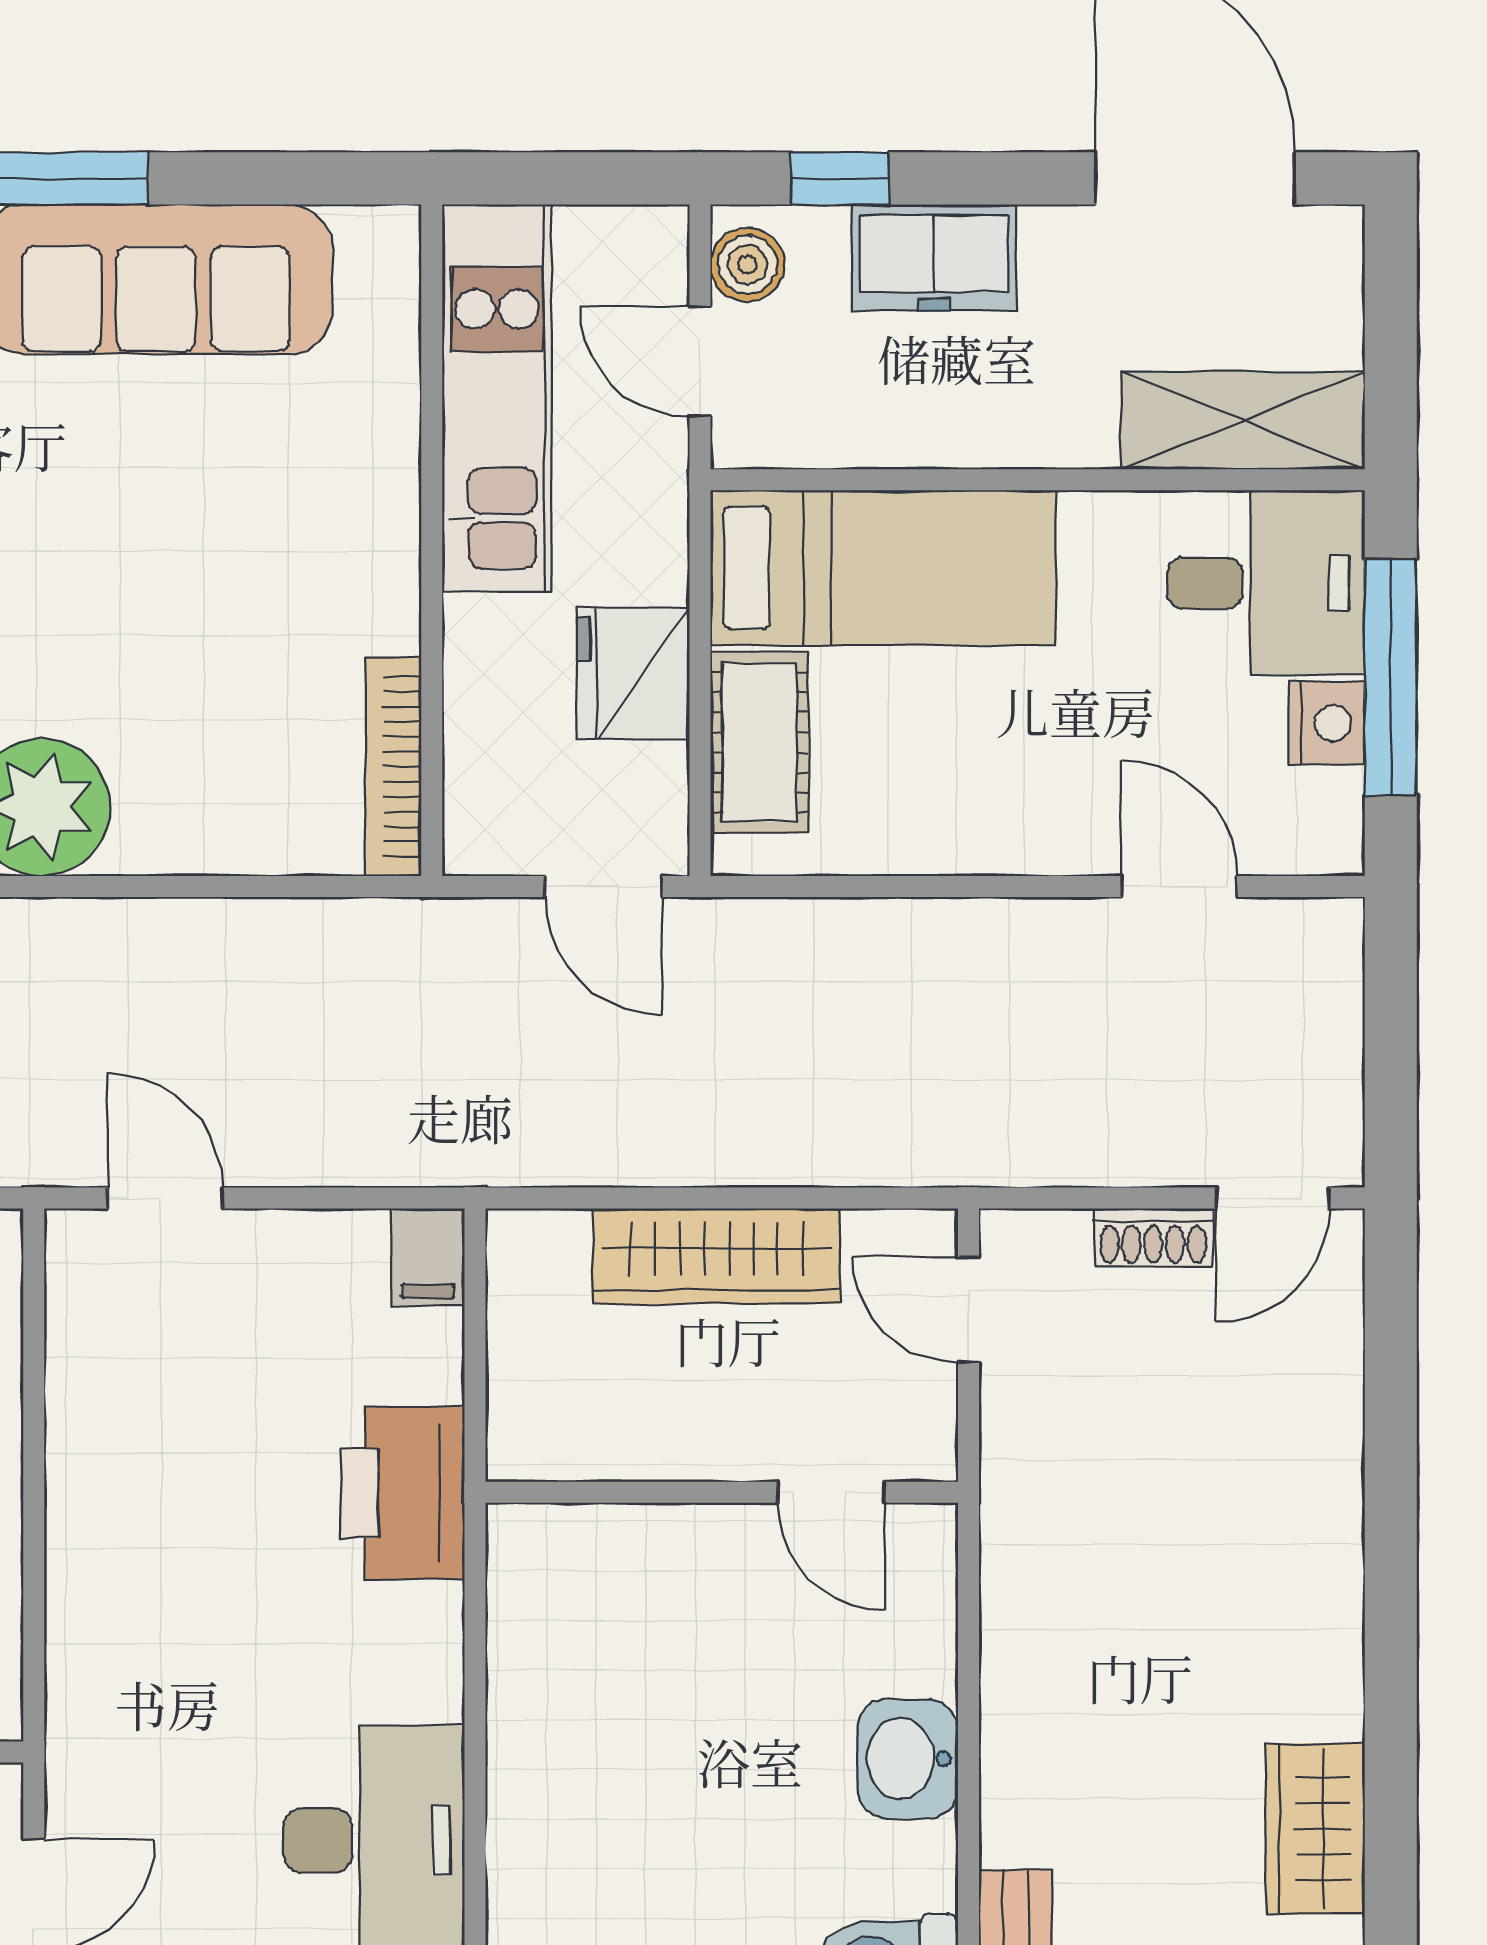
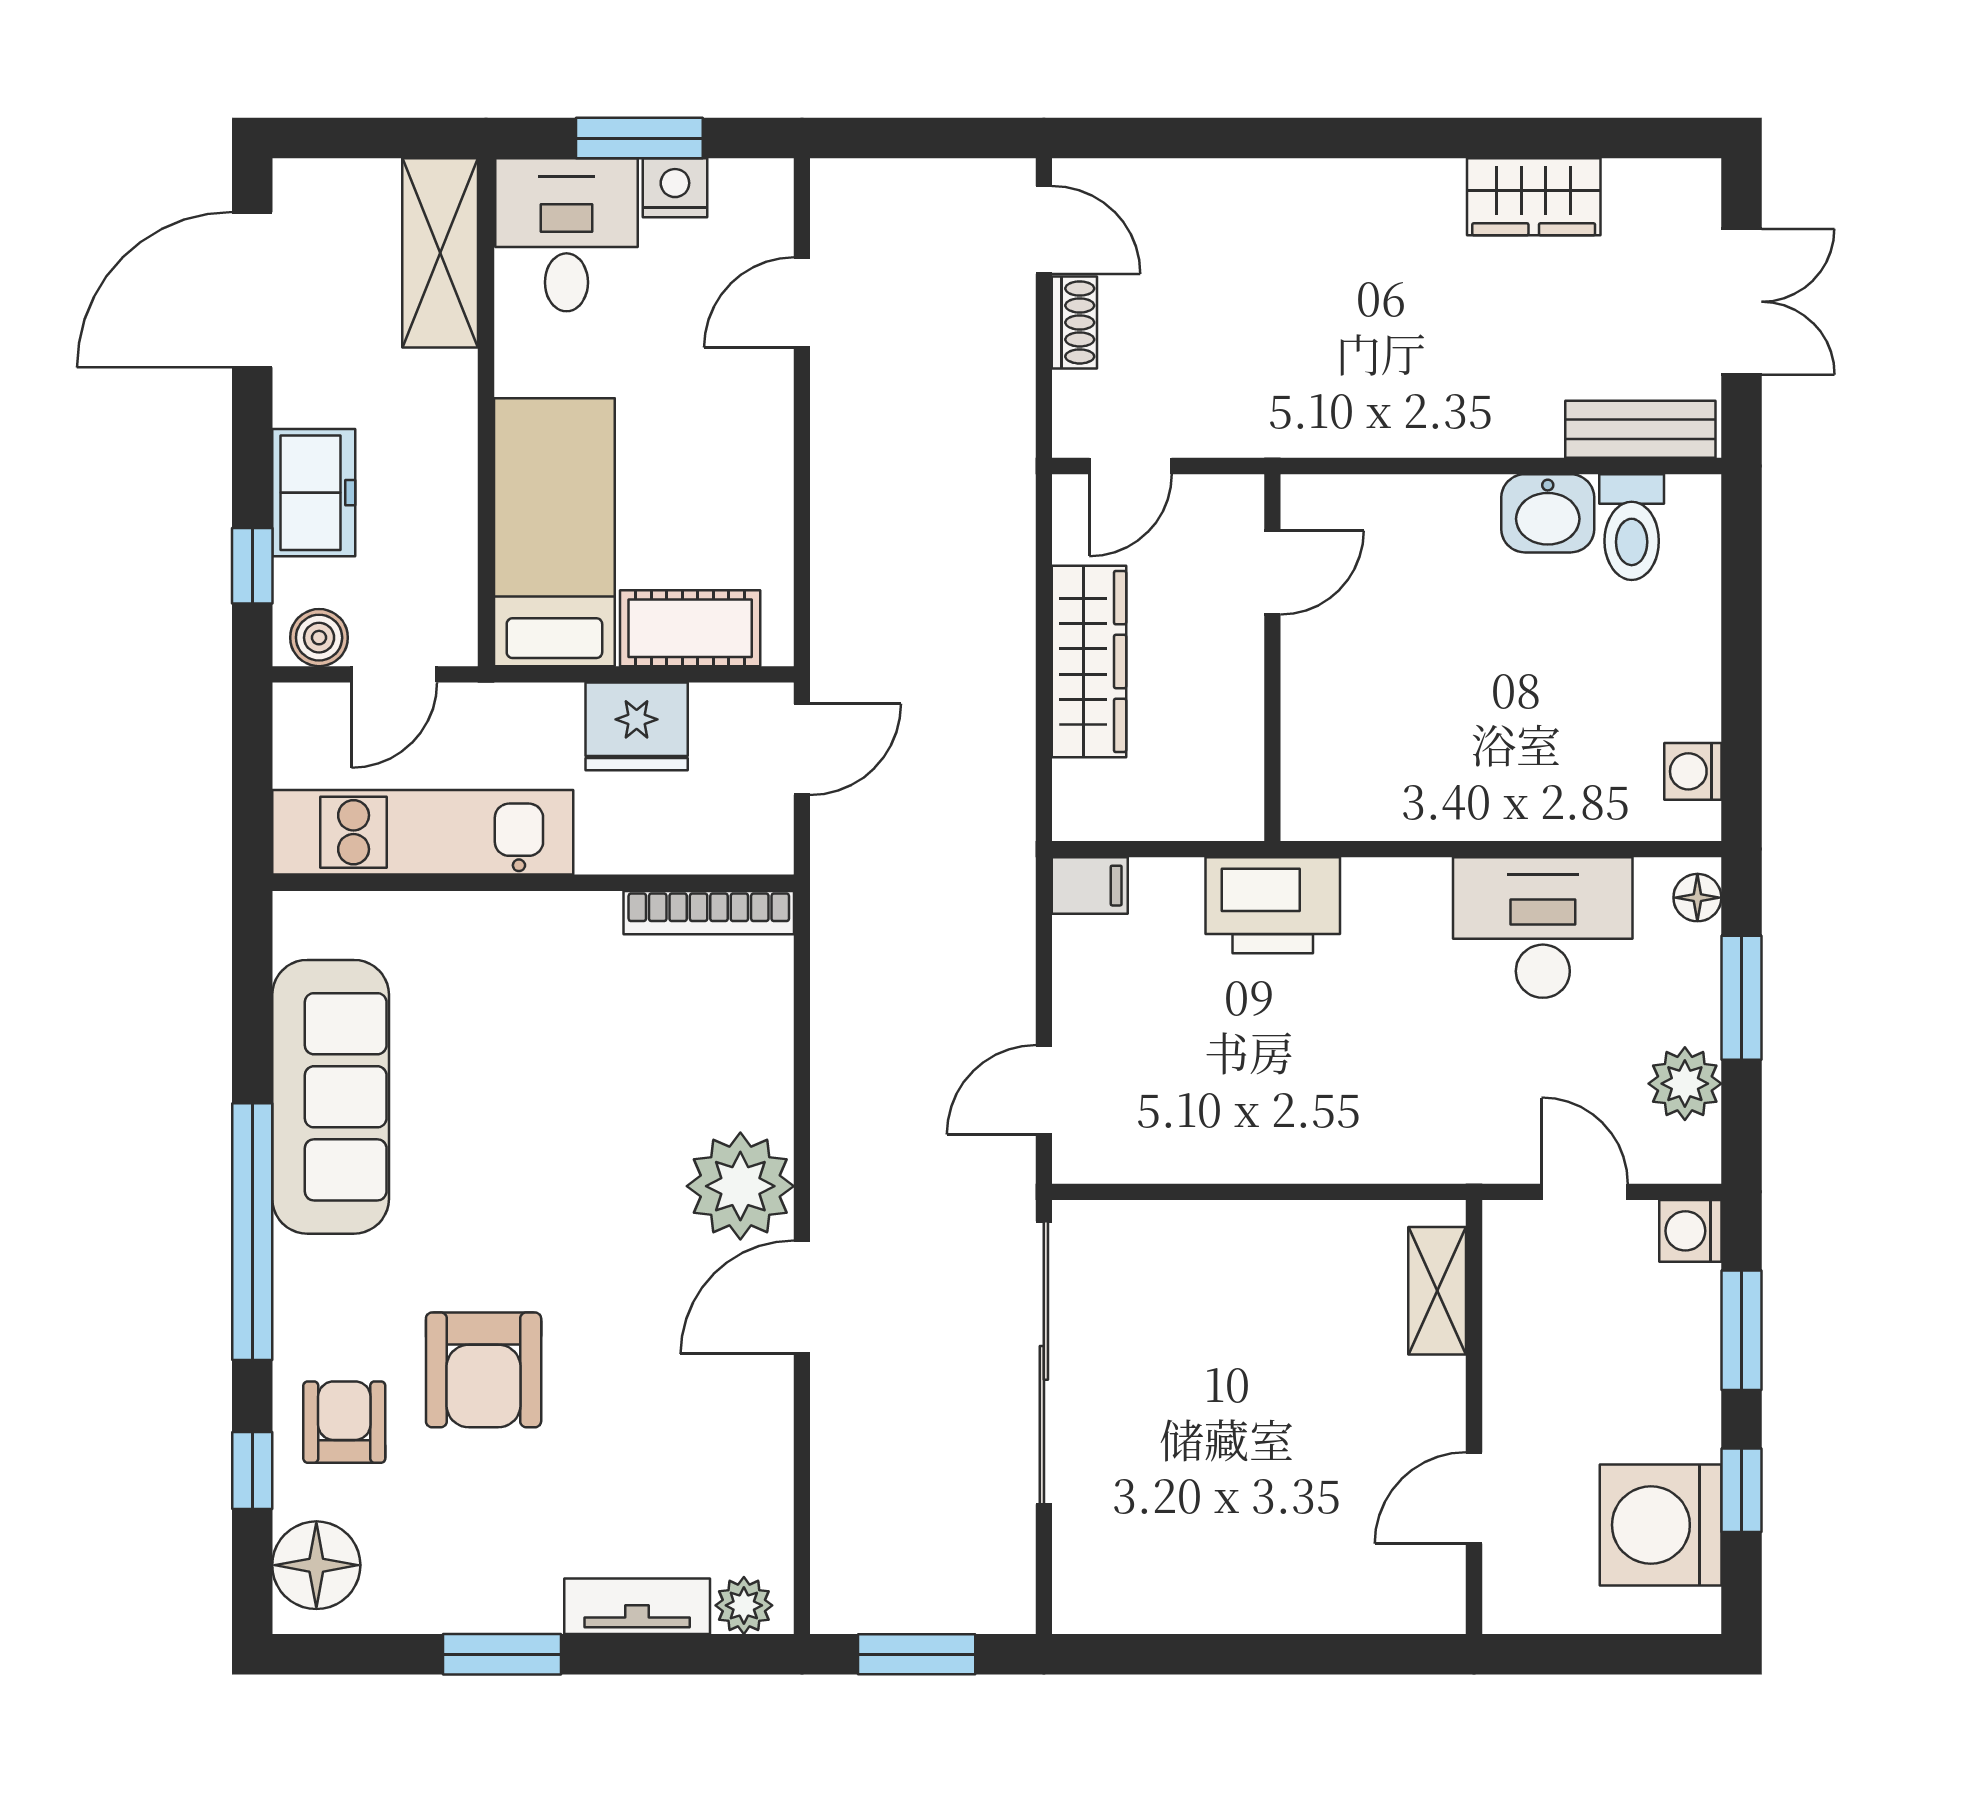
window: (1391, 677) -> (639, 138), width x0.69
washbasin: (907, 1759) -> (1548, 513), moved

